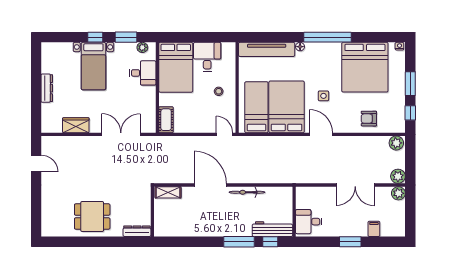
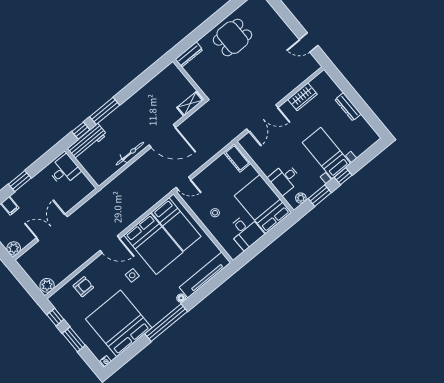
plant: (398, 176) -> (25, 261), removed

